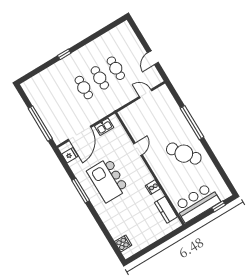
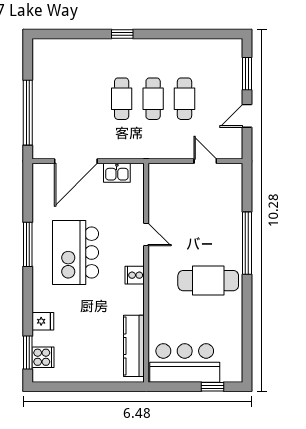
window: (140, 36) -> (247, 74), added
door: (138, 149) -> (146, 234), hinge flipped
cafe table: (184, 154) -> (208, 281), turned -53
fridge: (70, 155) -> (43, 321), moved
cooker: (153, 187) -> (135, 275), moved
kitchen counter: (166, 210) -> (134, 346), width x1.50
window: (114, 246) -> (28, 353), added

